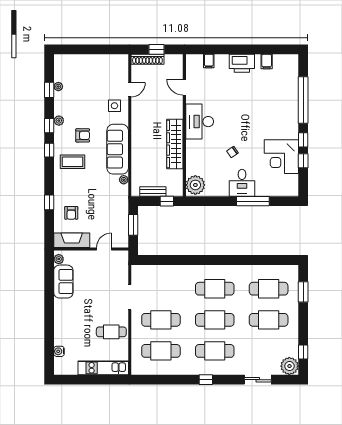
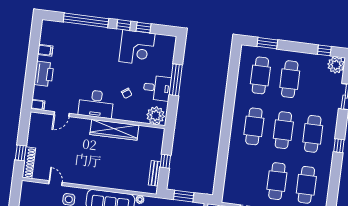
door: (184, 87) -> (62, 114), moved
desk: (200, 122) -> (96, 104), moved
wall: (184, 125) -> (98, 119), moved
wardrobe: (175, 144) -> (114, 130), moved
plant: (195, 185) -> (156, 115), moved

